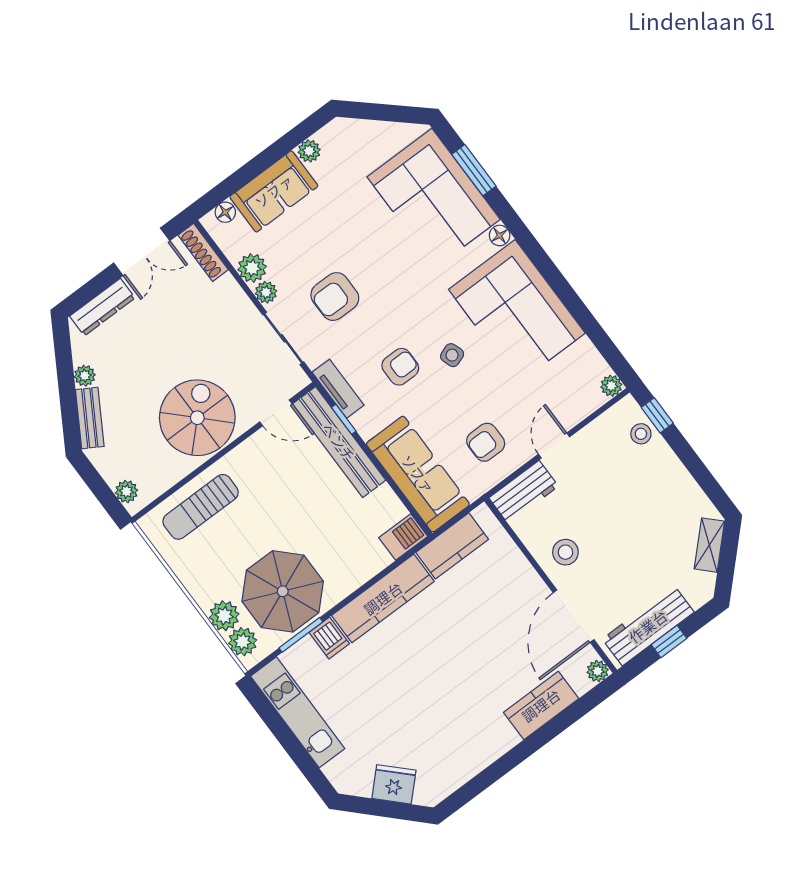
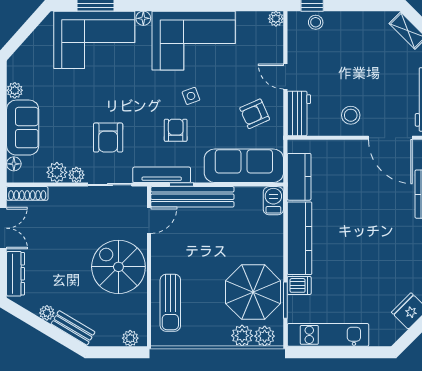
tv unit: (338, 389) -> (162, 175), width x1.41
armchair: (486, 442) -> (255, 114), turned 66

